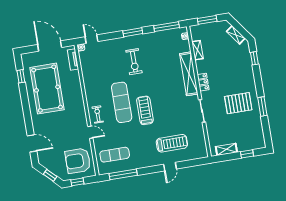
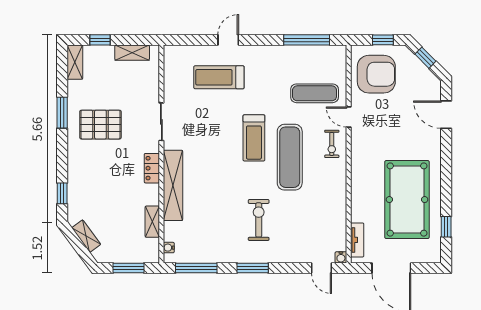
shelving: (260, 138) -> (75, 62), added
exercise mat: (115, 155) -> (315, 93), moved

